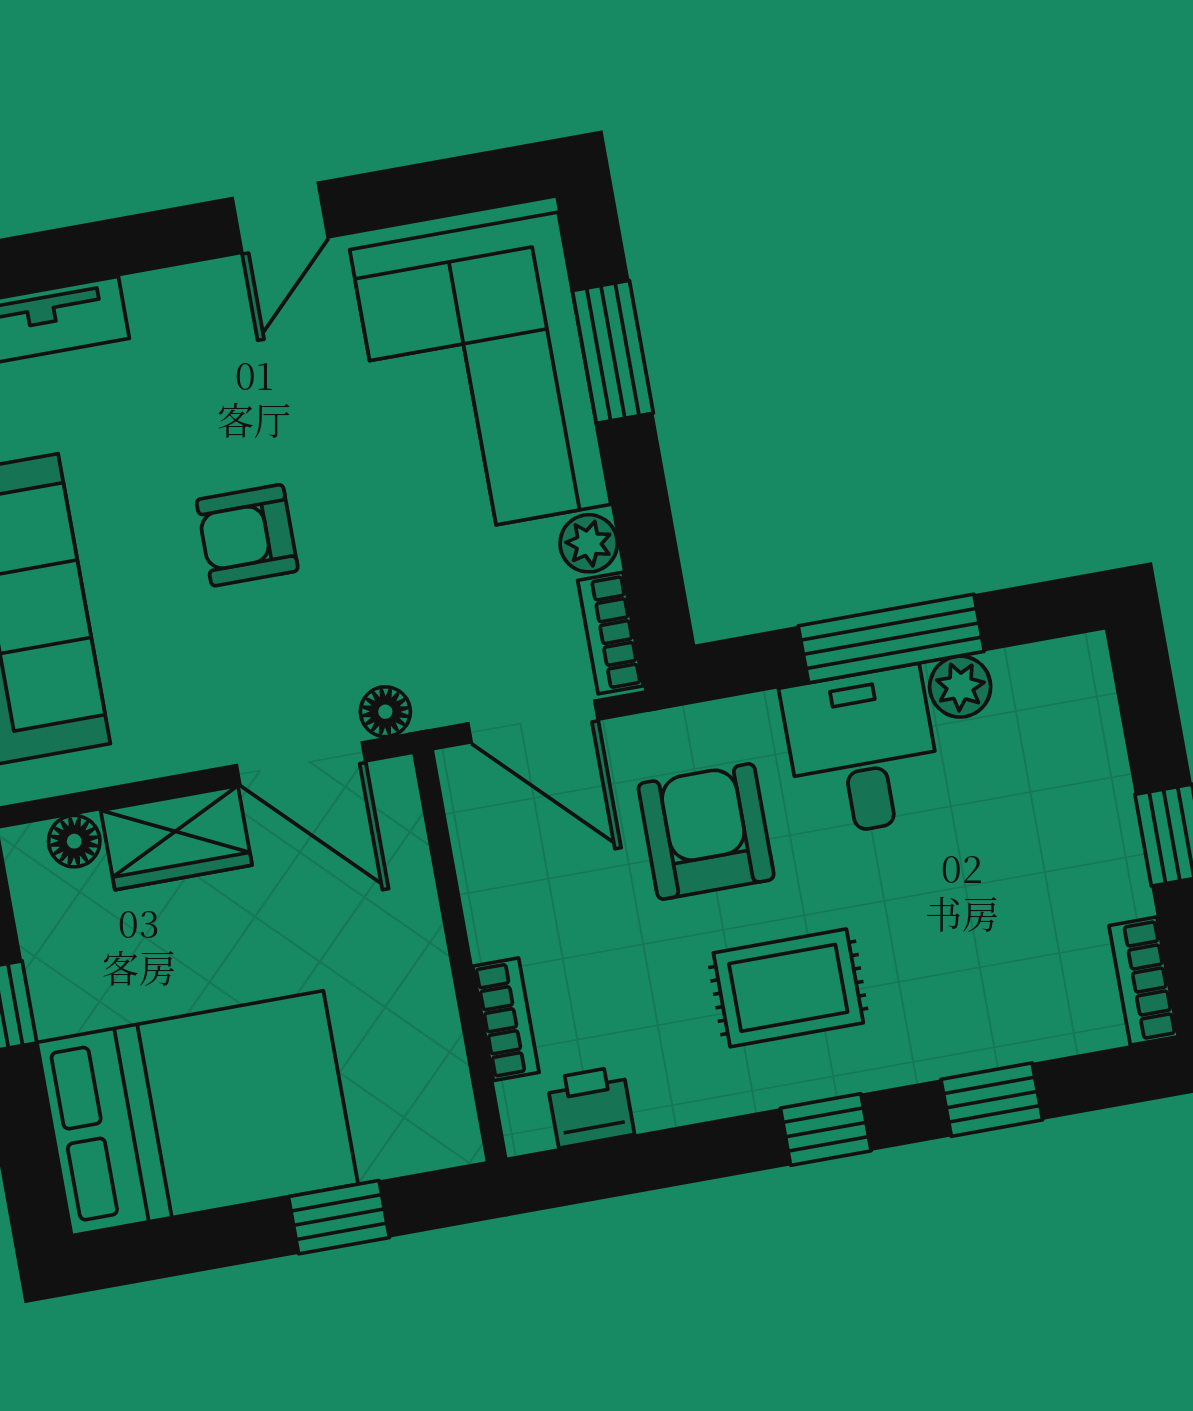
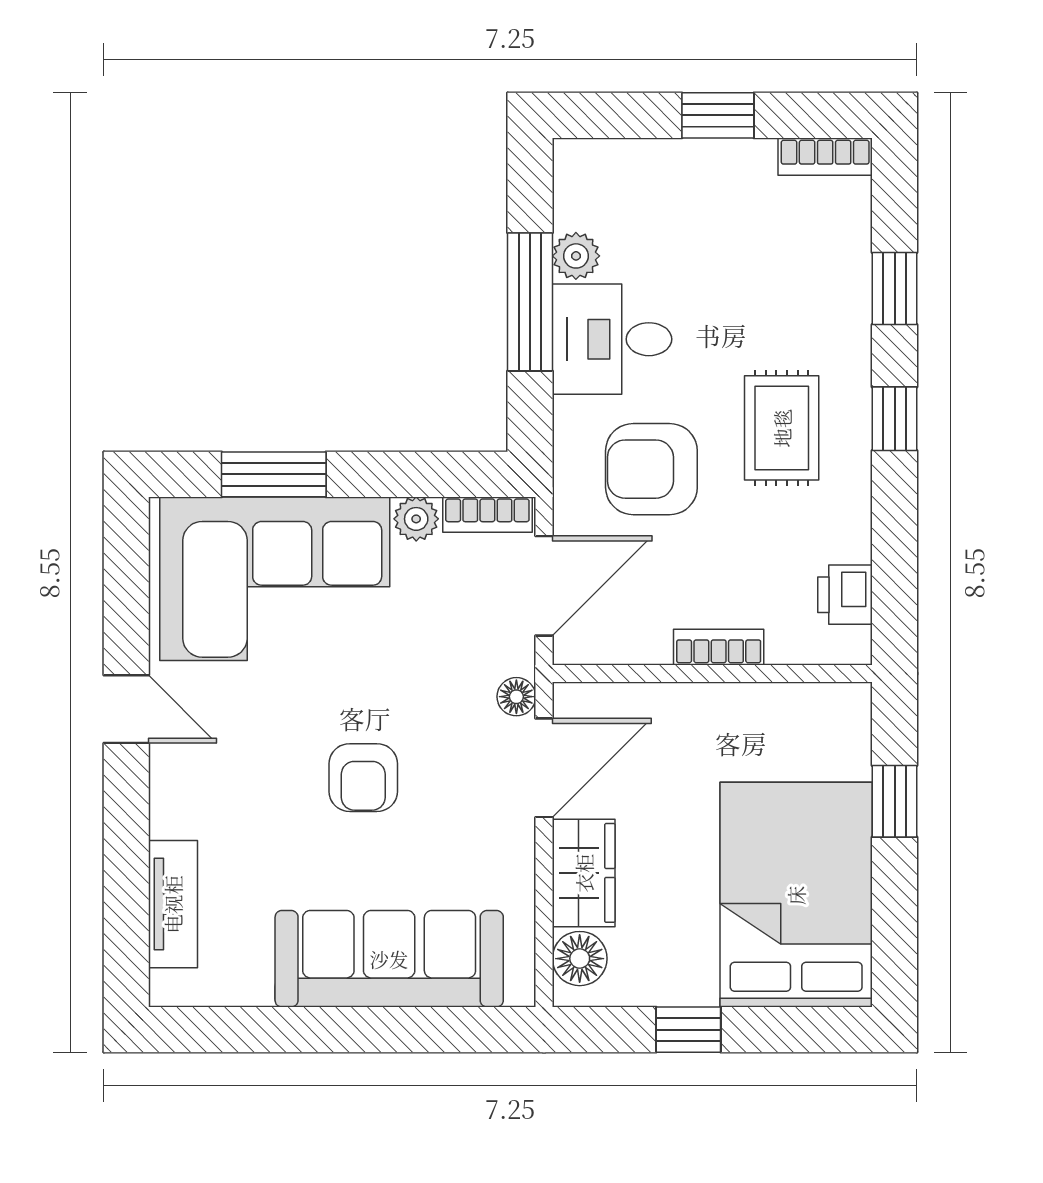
floor lamp: (74, 841) -> (580, 959), width x1.37, depth x1.37
bookcase: (506, 1019) -> (719, 647), moved

